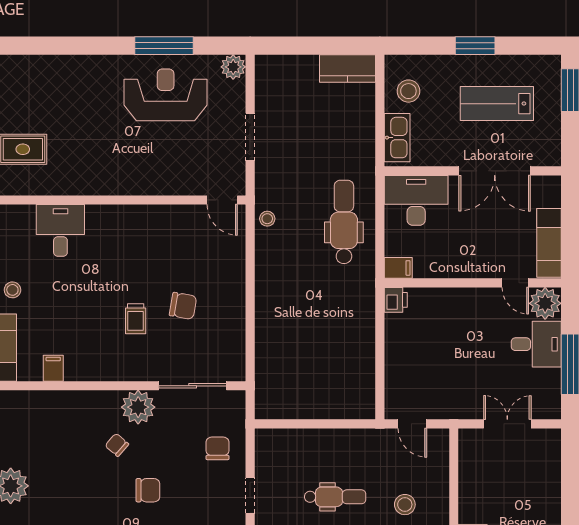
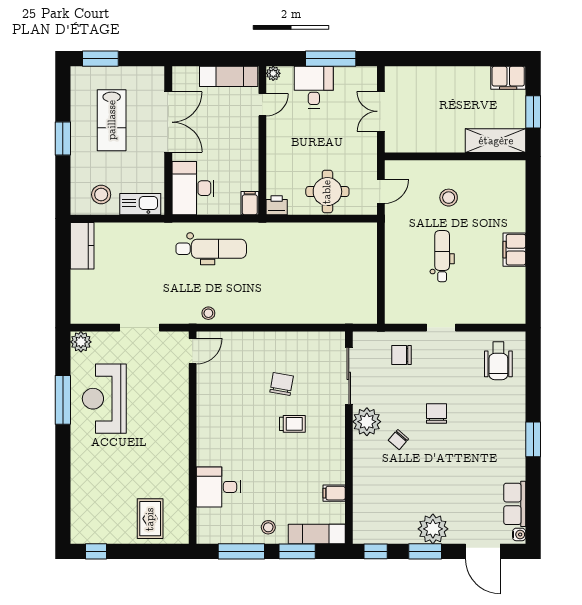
dental chair: (344, 222) -> (211, 249), turned 180
plant: (545, 303) -> (273, 73), width x0.53, depth x0.53
round table: (412, 360) -> (327, 192), added

